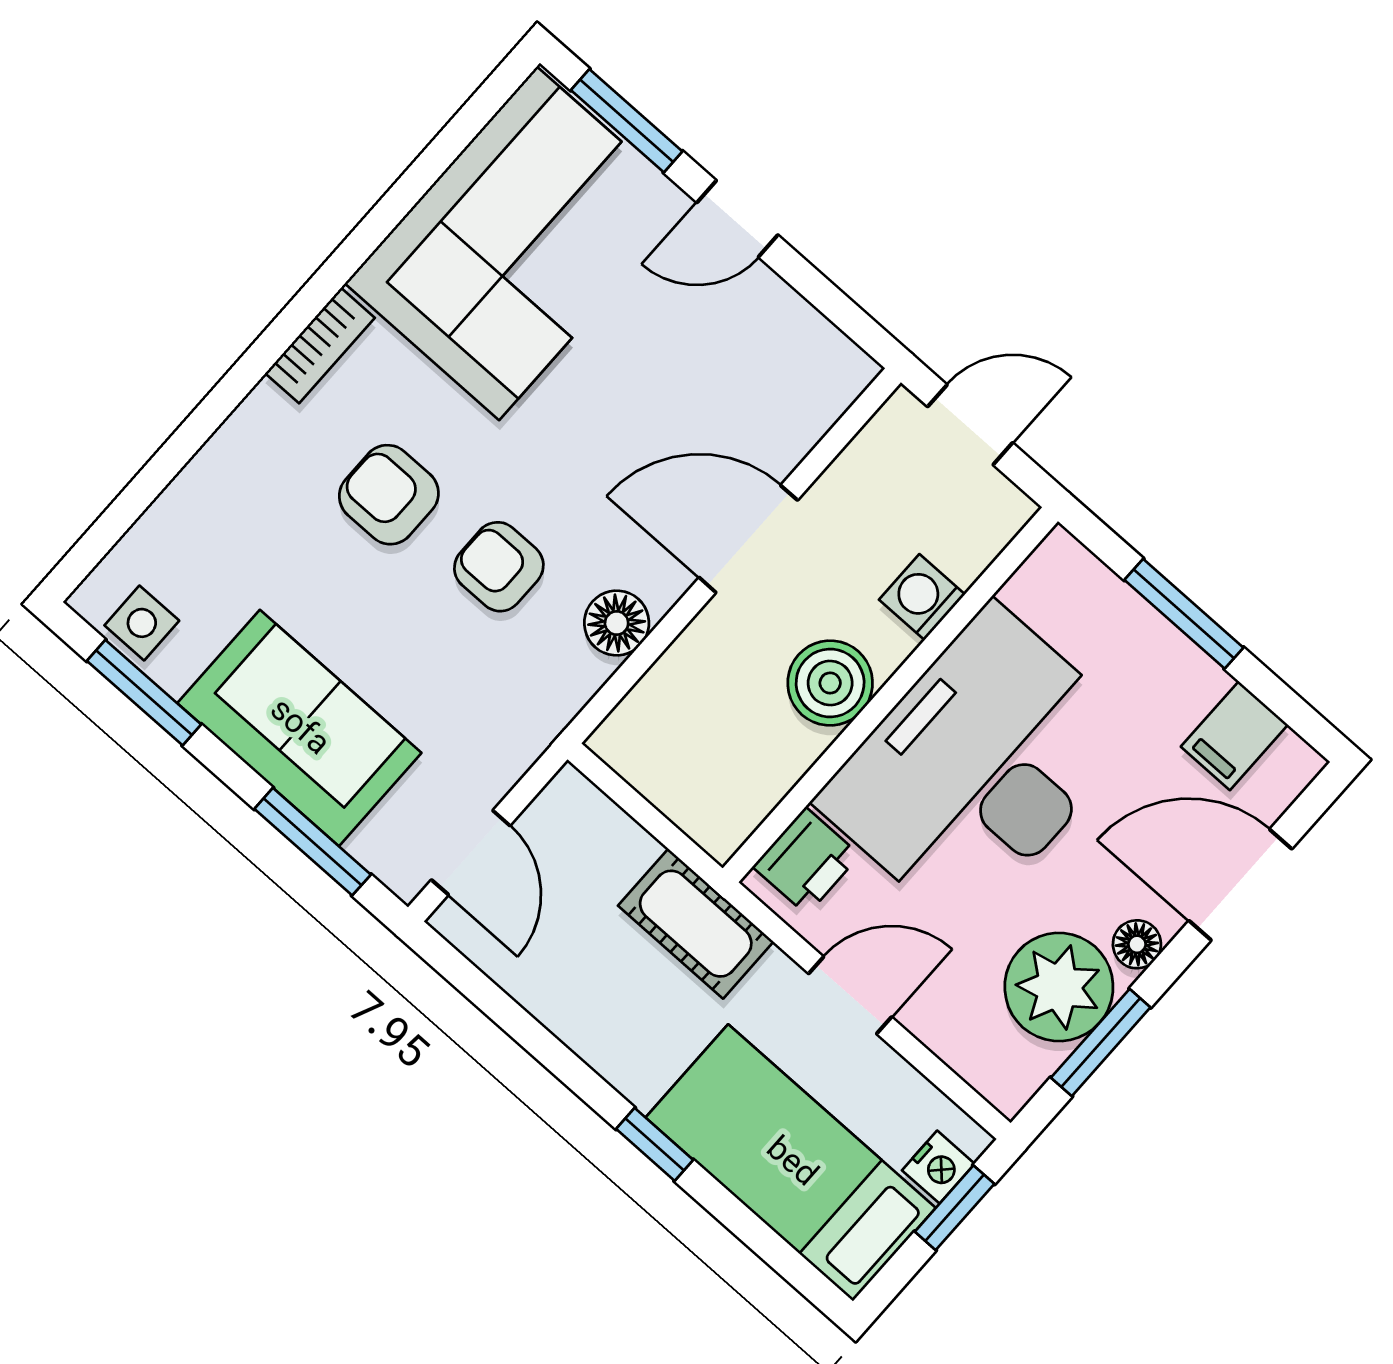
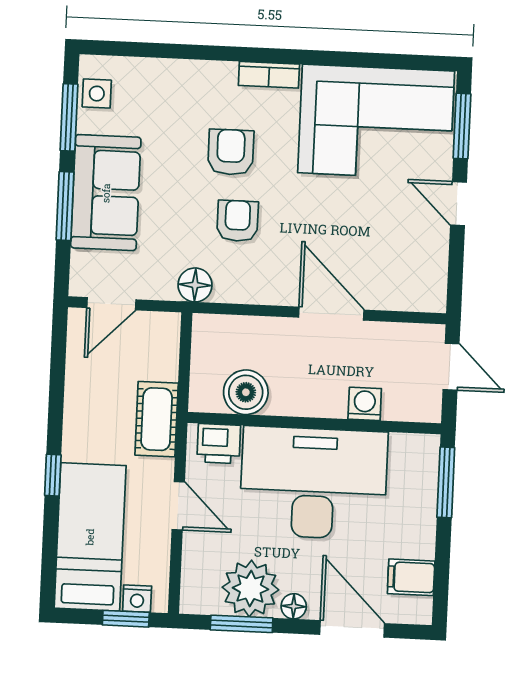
window: (1184, 614) -> (446, 482), moved
floor lamp: (617, 623) -> (195, 285), moved
boiler: (830, 683) -> (246, 392), moved
window: (313, 842) -> (65, 206), moved

